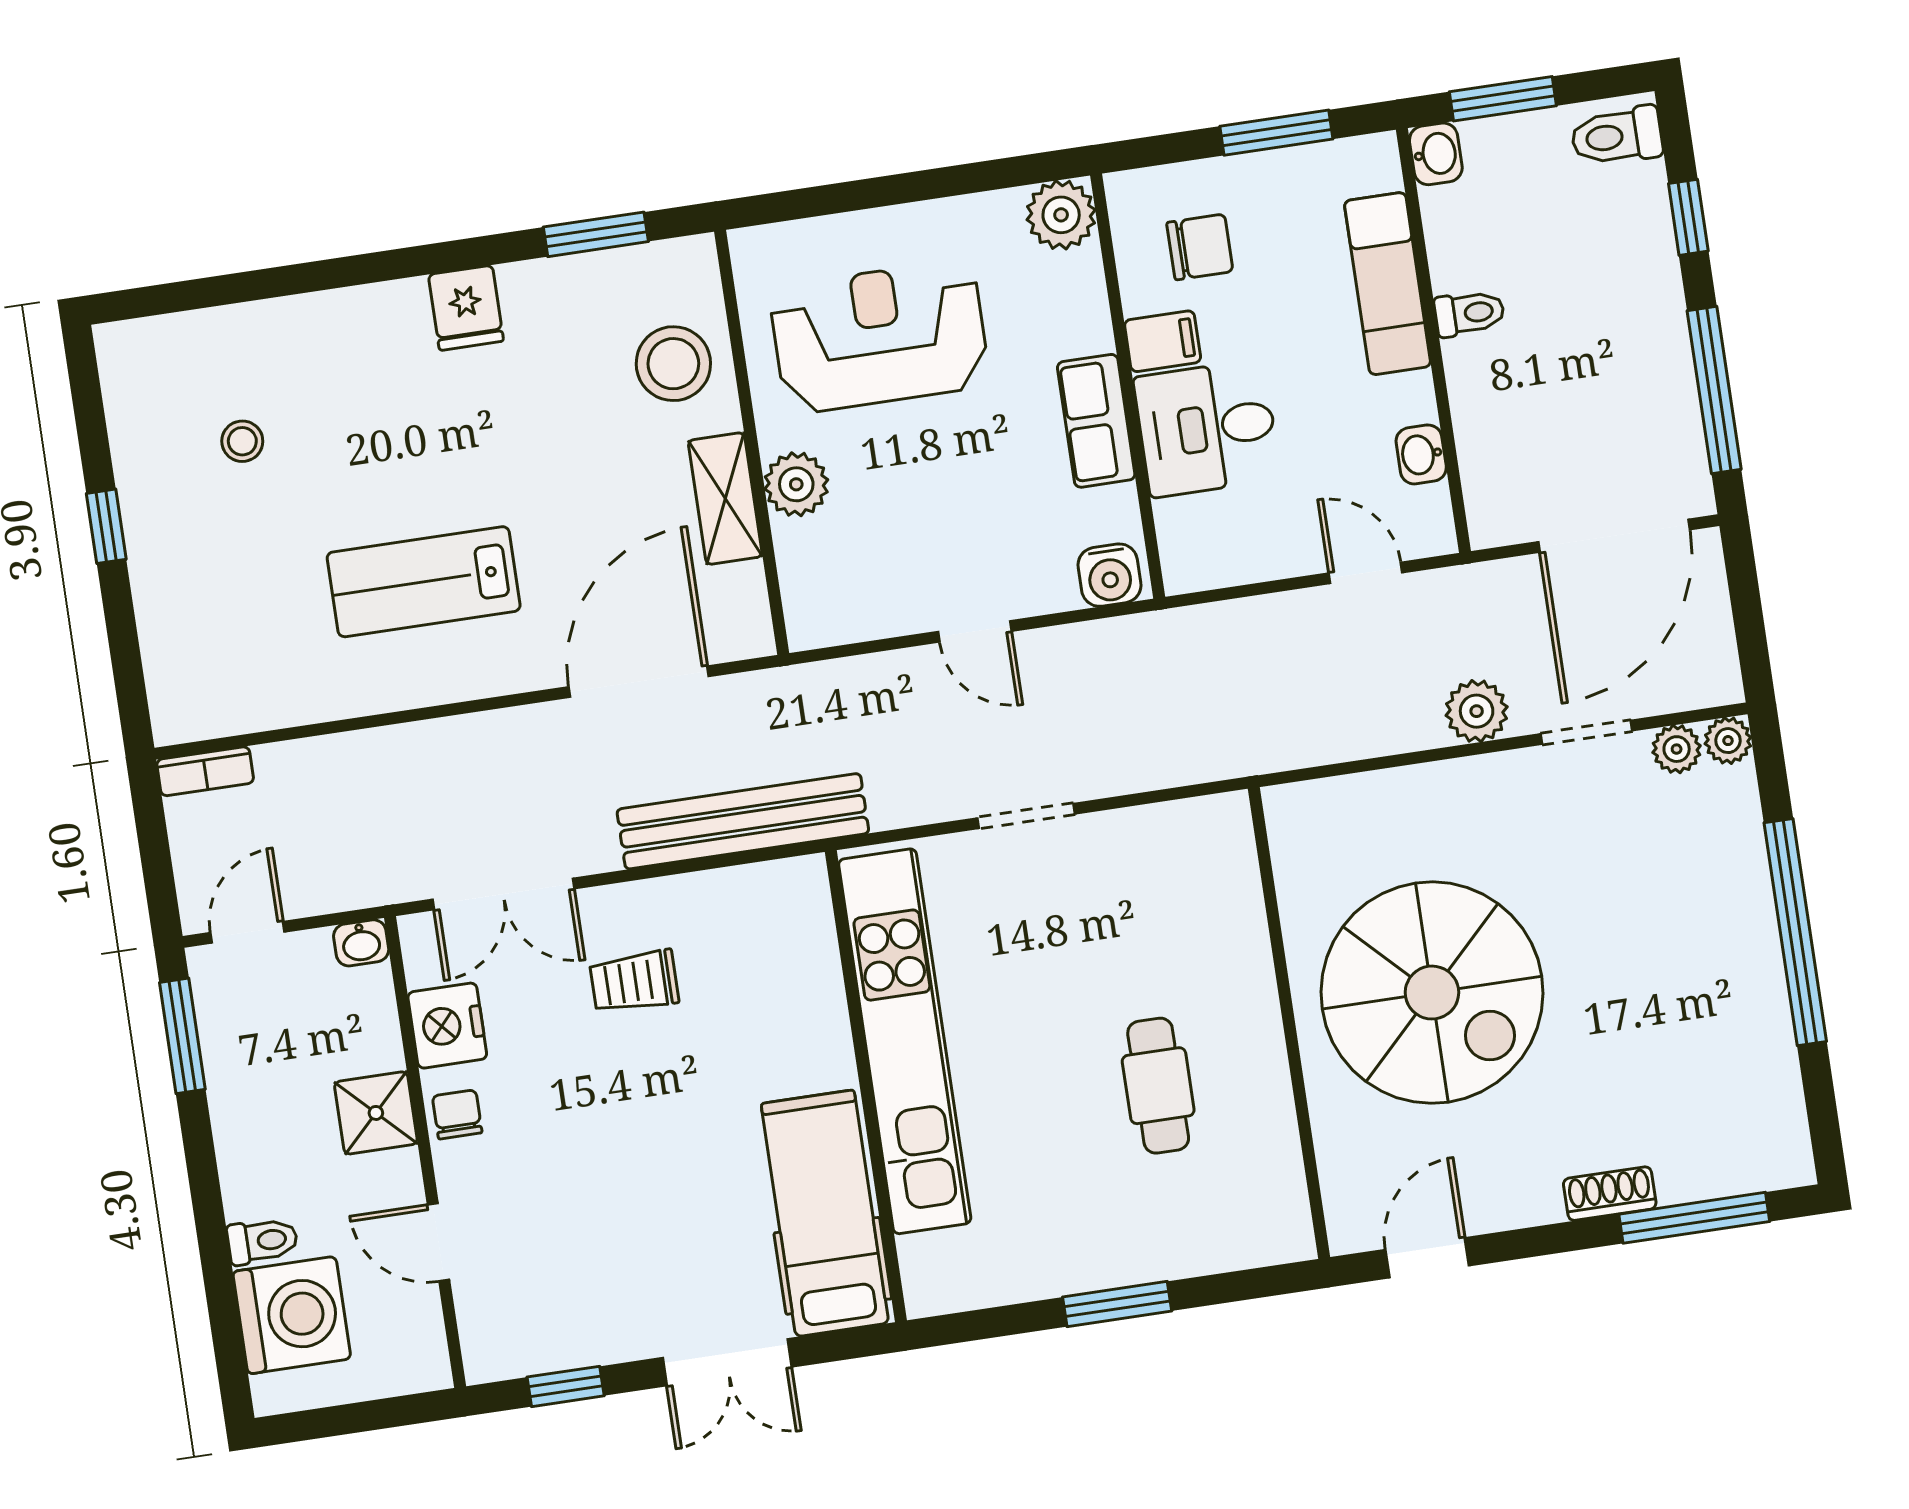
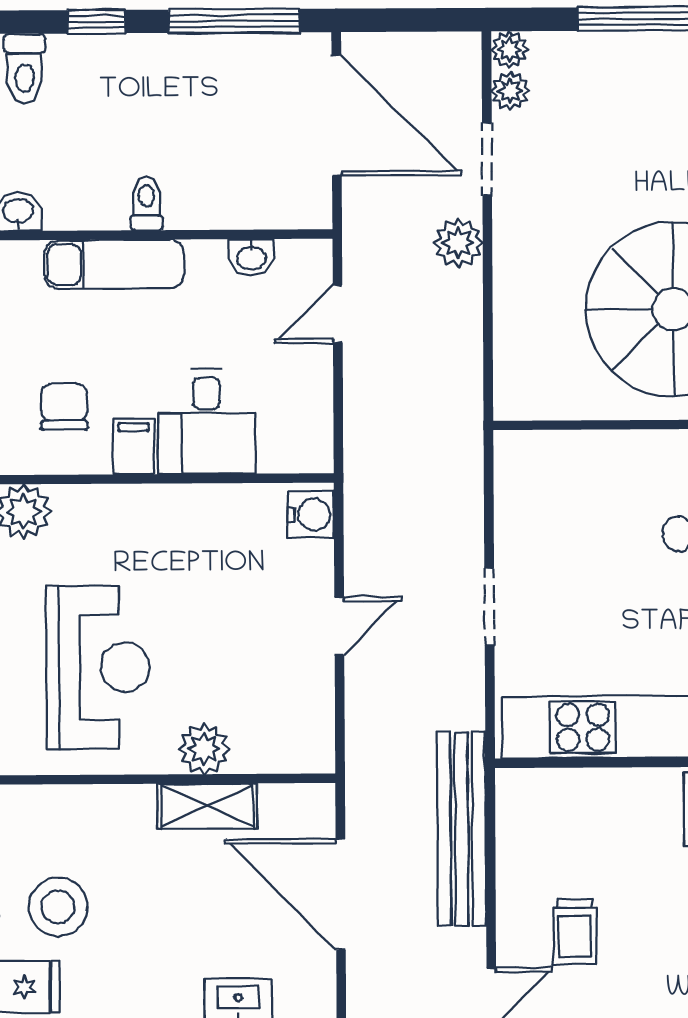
reception desk: (879, 337) -> (98, 667), turned 180
stool: (673, 364) -> (58, 907), moved
row of seats: (1096, 421) -> (188, 507), removed

